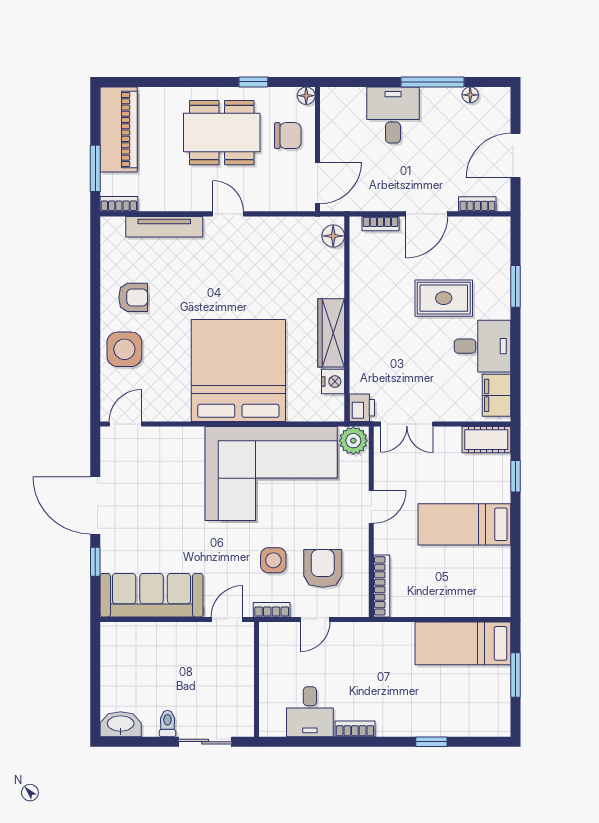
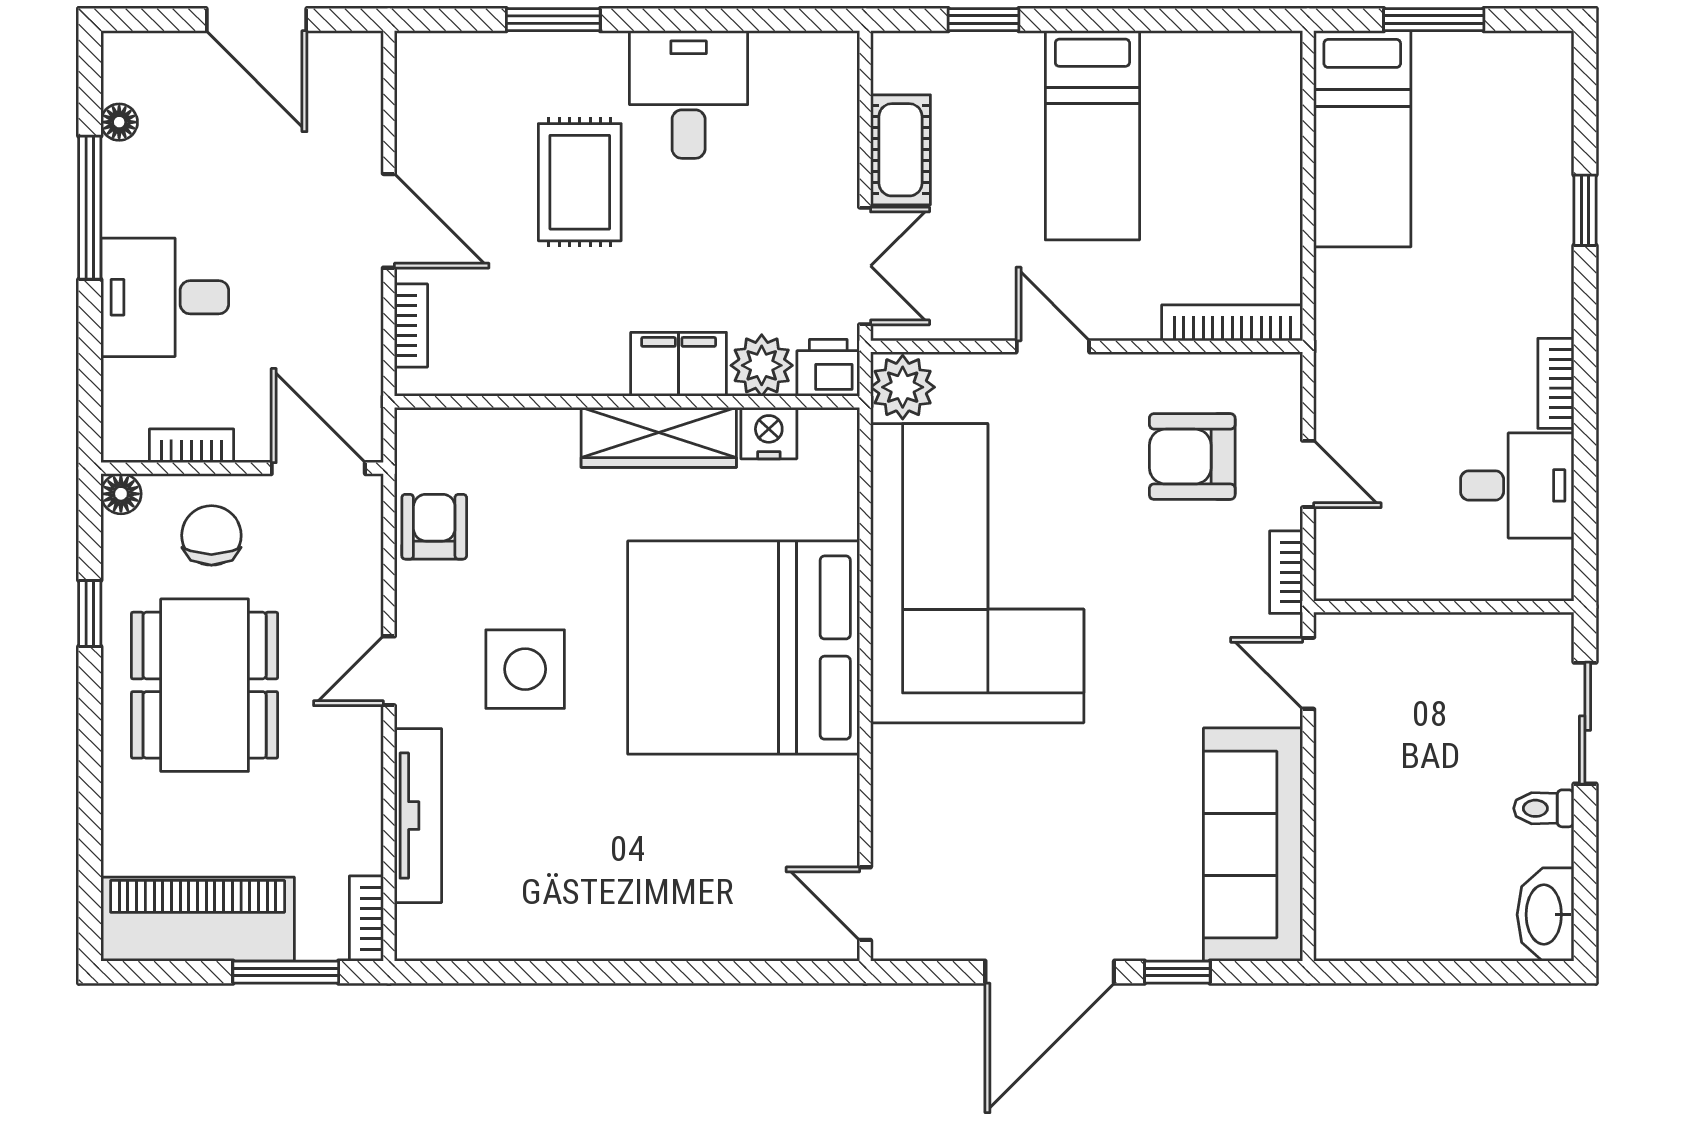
bookcase: (477, 204) -> (191, 446), moved, turned 90
floor lamp: (333, 236) -> (439, 433), removed
armchair: (133, 297) -> (434, 527), moved
side table: (124, 349) -> (525, 669), moved
plant: (363, 378) -> (762, 365), added
filing cabinet: (496, 395) -> (679, 364), moved, turned 180
cot: (486, 440) -> (901, 150), moved
side table: (273, 560) -> (1174, 568), removed

